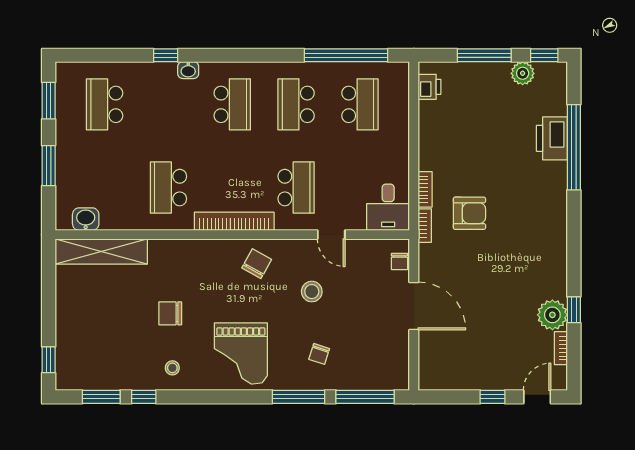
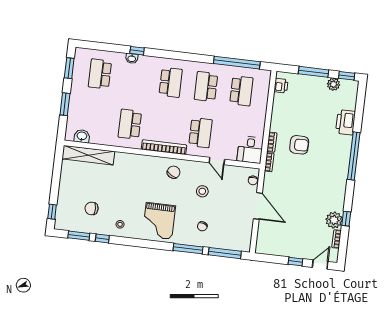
washbasin: (188, 70) -> (132, 58), moved
window: (574, 147) -> (354, 156), moved
armchair: (469, 213) -> (299, 145), moved
chair: (170, 313) -> (92, 208), moved

